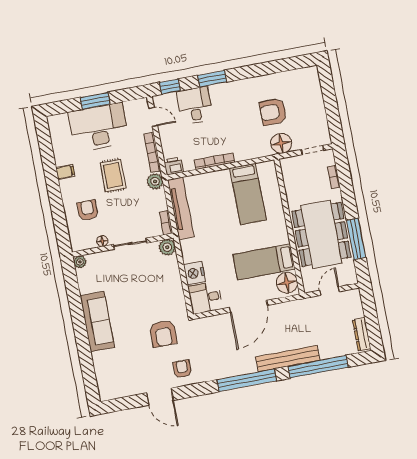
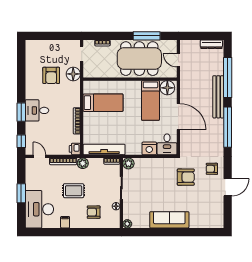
desk: (195, 105) -> (37, 110), moved
door: (153, 117) -> (39, 156), hinge flipped
desk: (99, 127) -> (39, 209), moved

